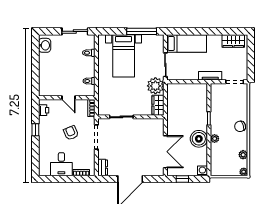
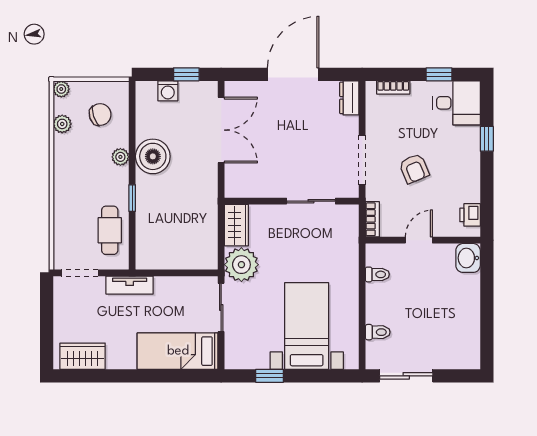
window: (142, 31) -> (270, 376), width x0.46
washbasin: (45, 45) -> (468, 258), moved
door: (69, 98) -> (419, 240), hinge flipped
cafe table: (220, 103) -> (110, 230), added
chair: (240, 126) -> (100, 115), moved
window: (35, 130) -> (487, 139), moved
double door: (165, 152) -> (221, 130), swing flipped
desk: (61, 164) -> (457, 103), moved, turned 90
washing machine: (202, 171) -> (168, 91), moved
window: (59, 179) -> (439, 74), added

